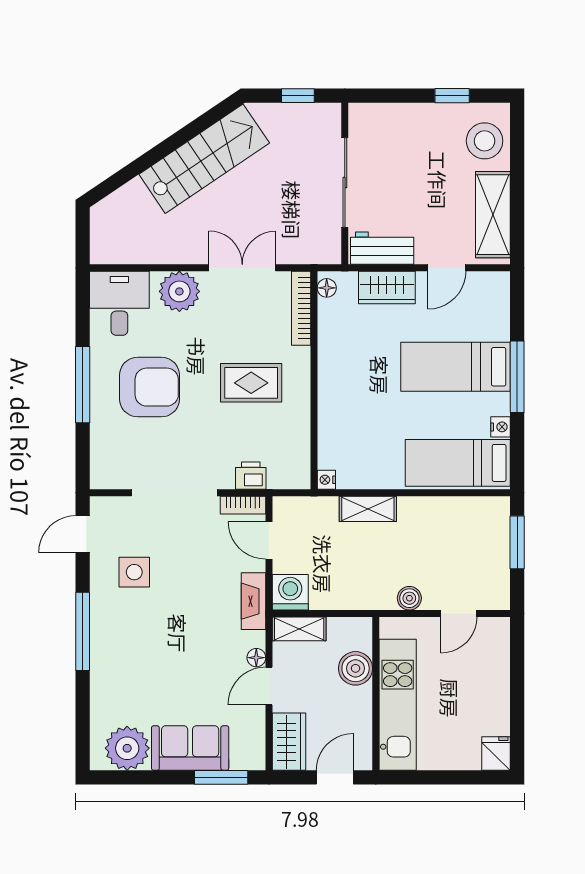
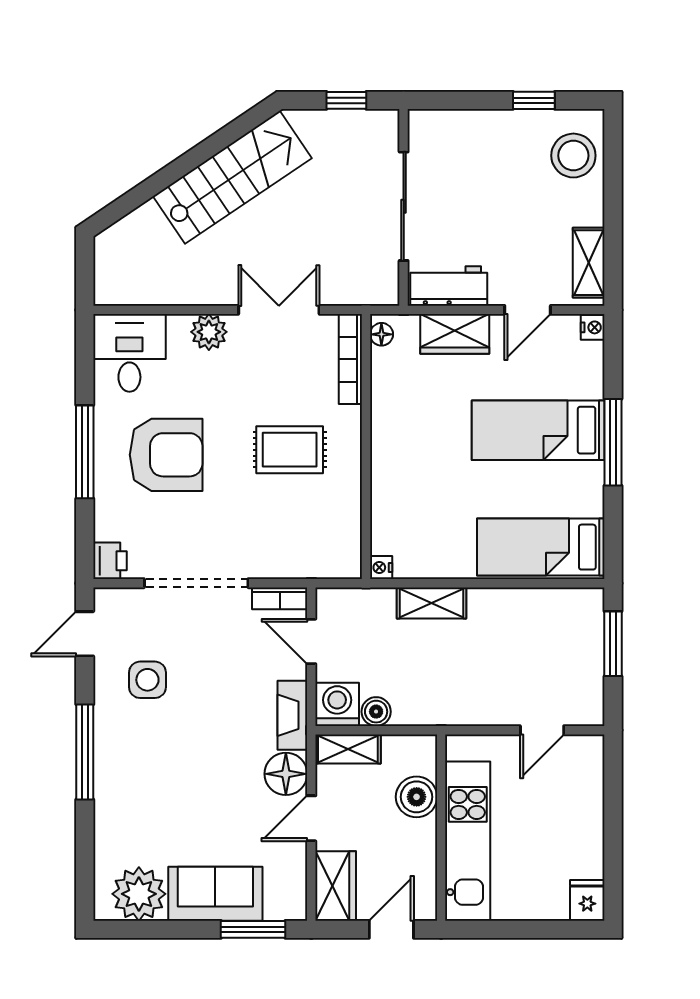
shelving: (493, 215) -> (589, 263), width x0.67, depth x0.75
plant: (179, 291) -> (209, 332), width x0.73, depth x0.73
nightstand: (500, 427) -> (593, 327), moved
printer: (251, 476) -> (110, 561), moved, turned 90
boiler: (409, 598) -> (376, 712), moved
floor lamp: (256, 658) -> (286, 774), width x1.89, depth x1.89

